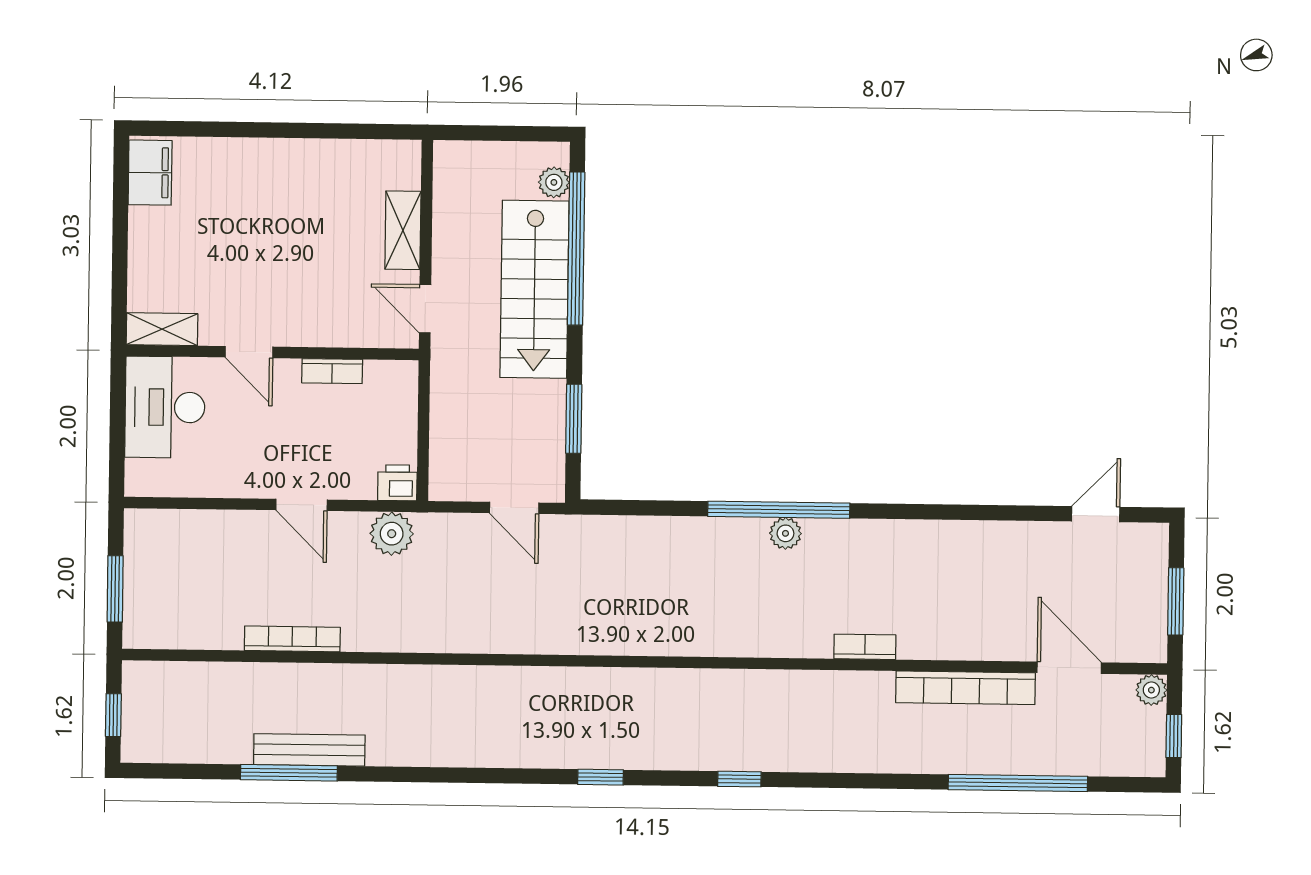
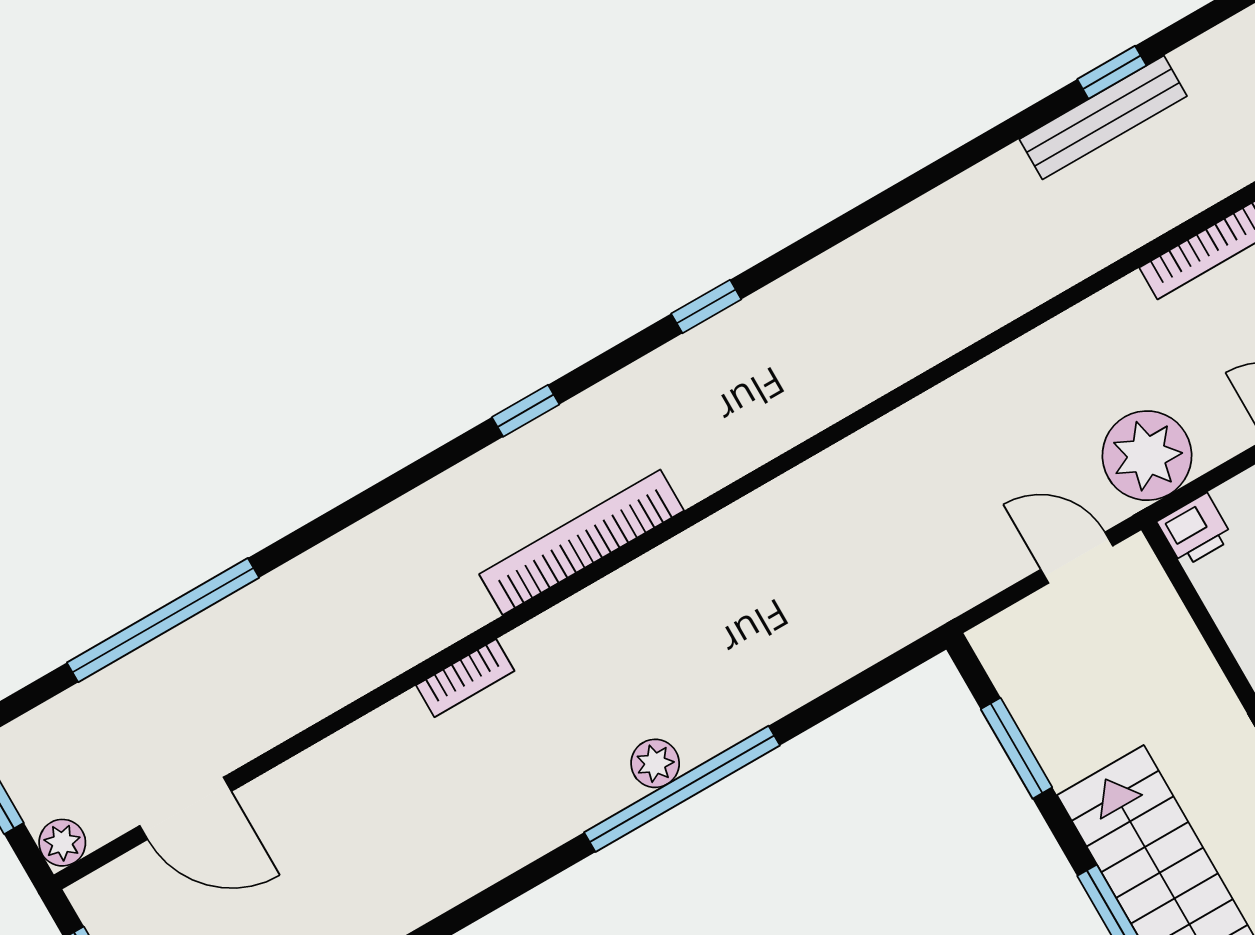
door: (514, 508) -> (1077, 558), moved
plant: (392, 534) -> (1147, 456), width x1.36, depth x1.36
bookcase: (966, 688) -> (582, 542), moved
window: (289, 773) -> (1112, 72), width x0.46

